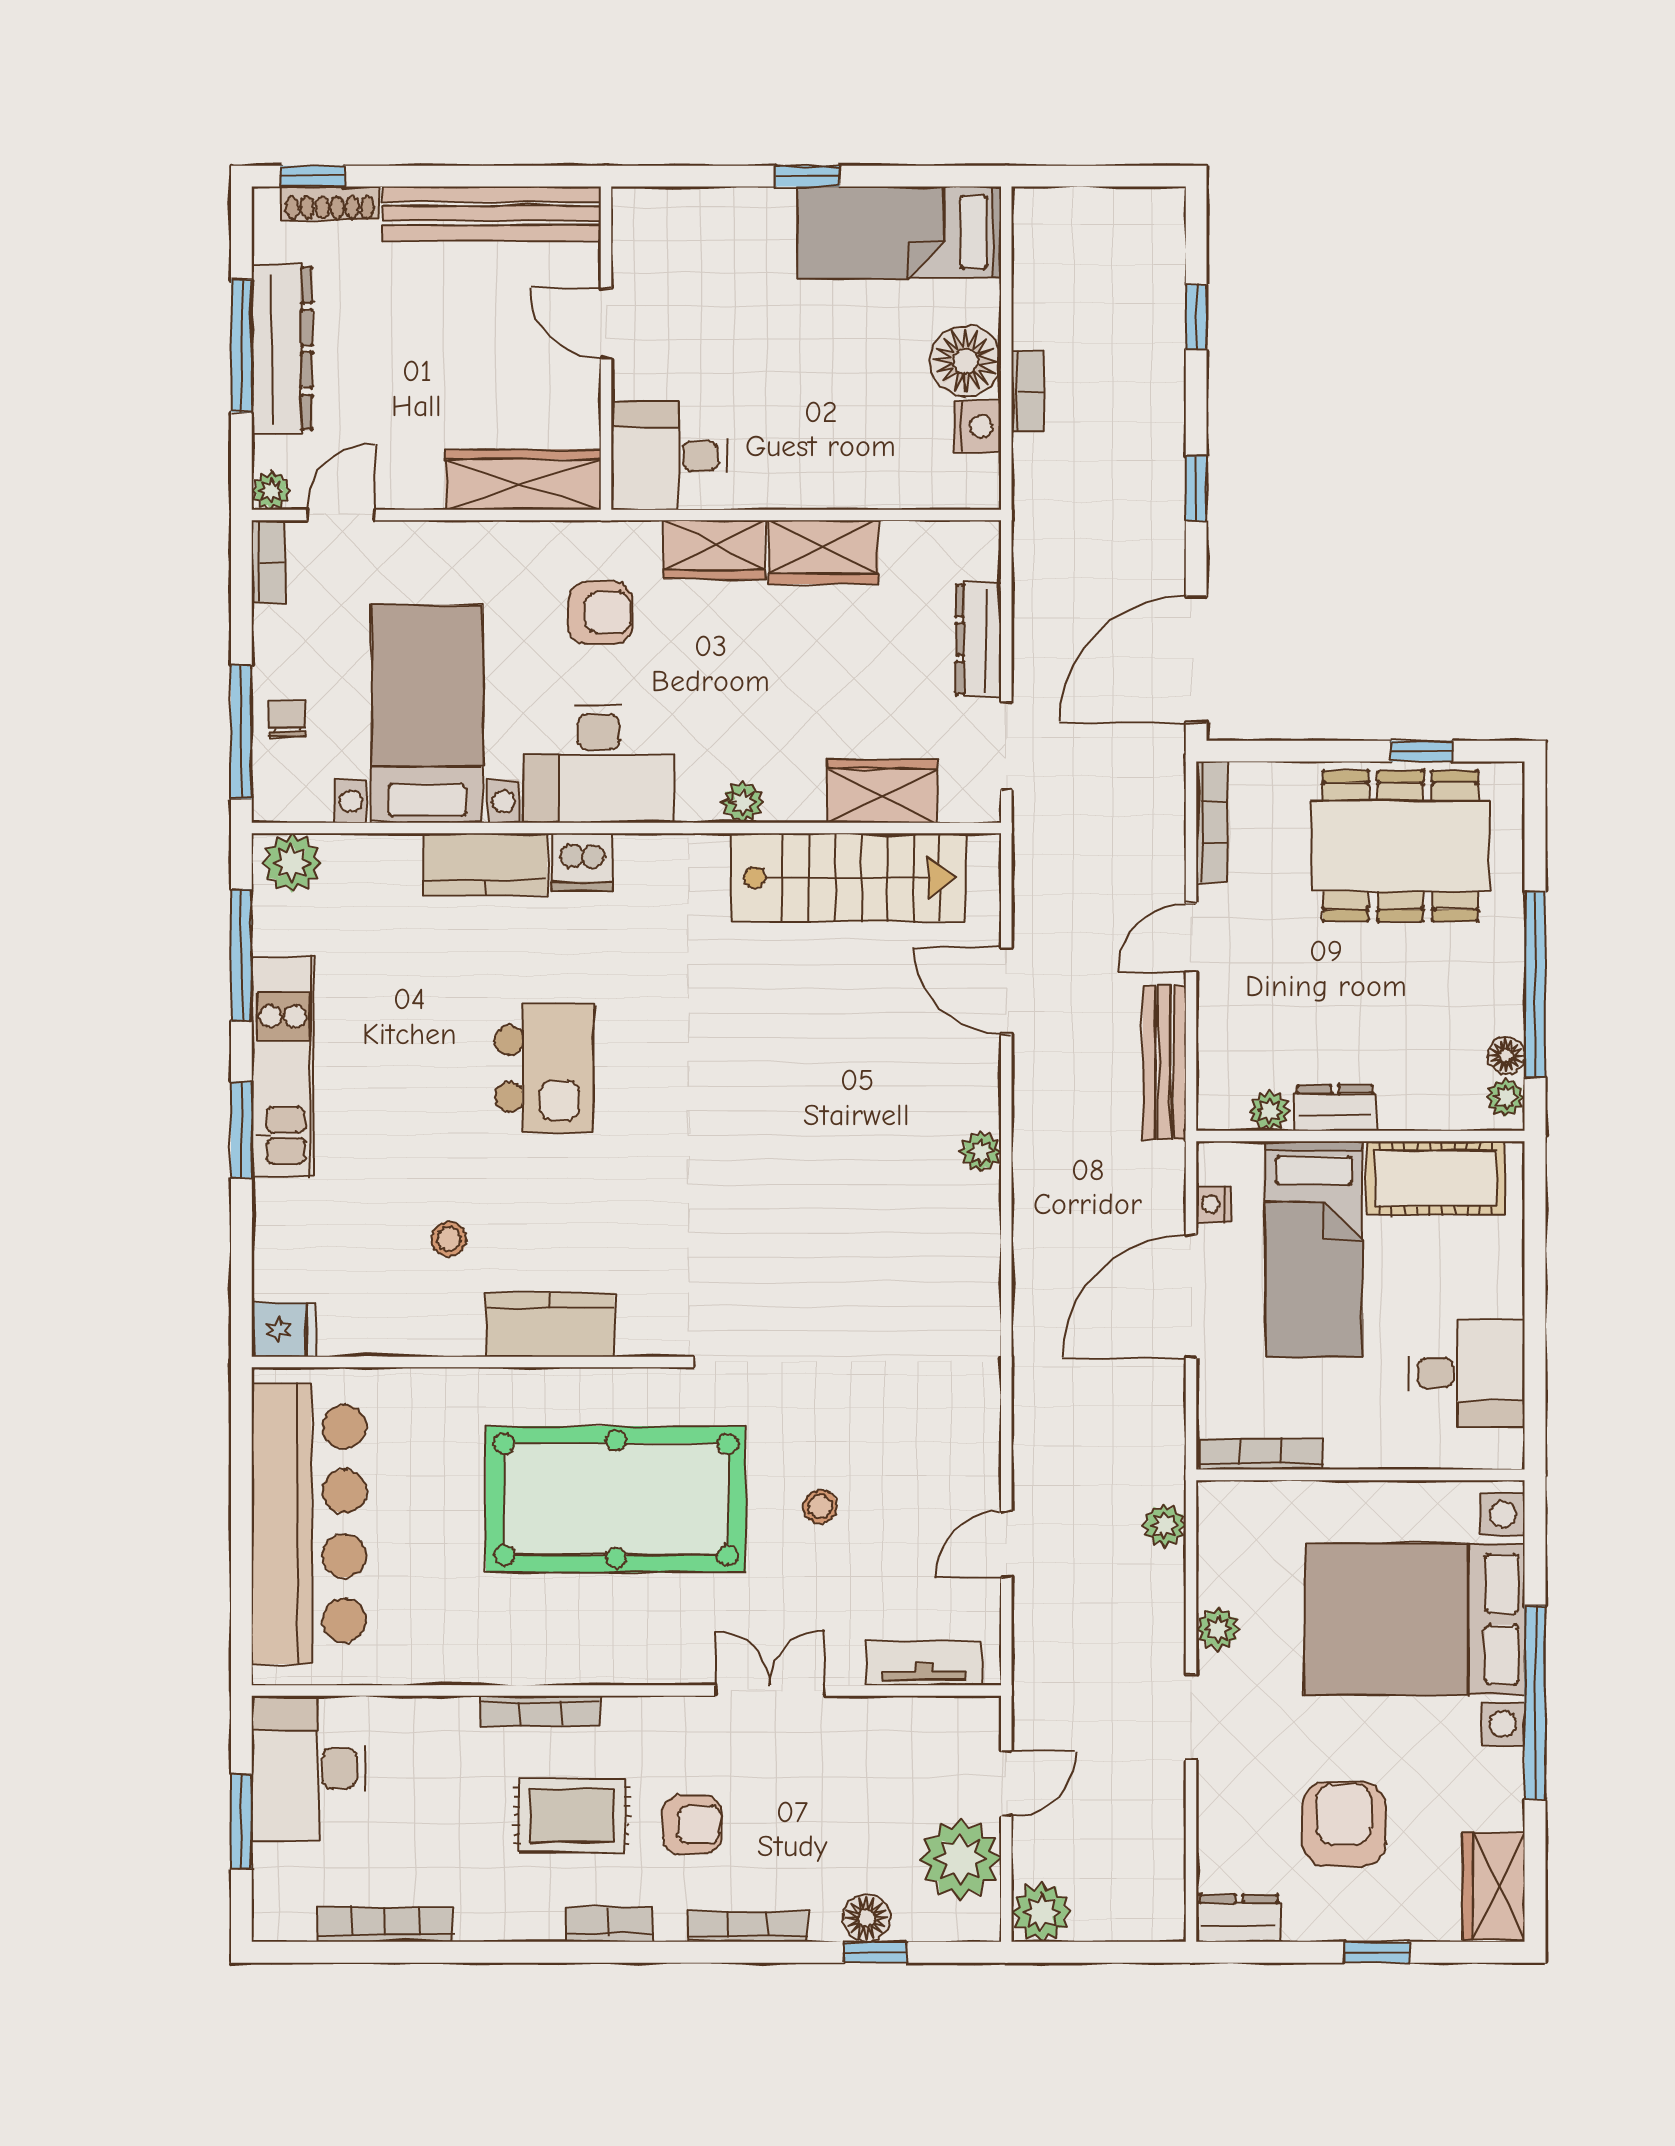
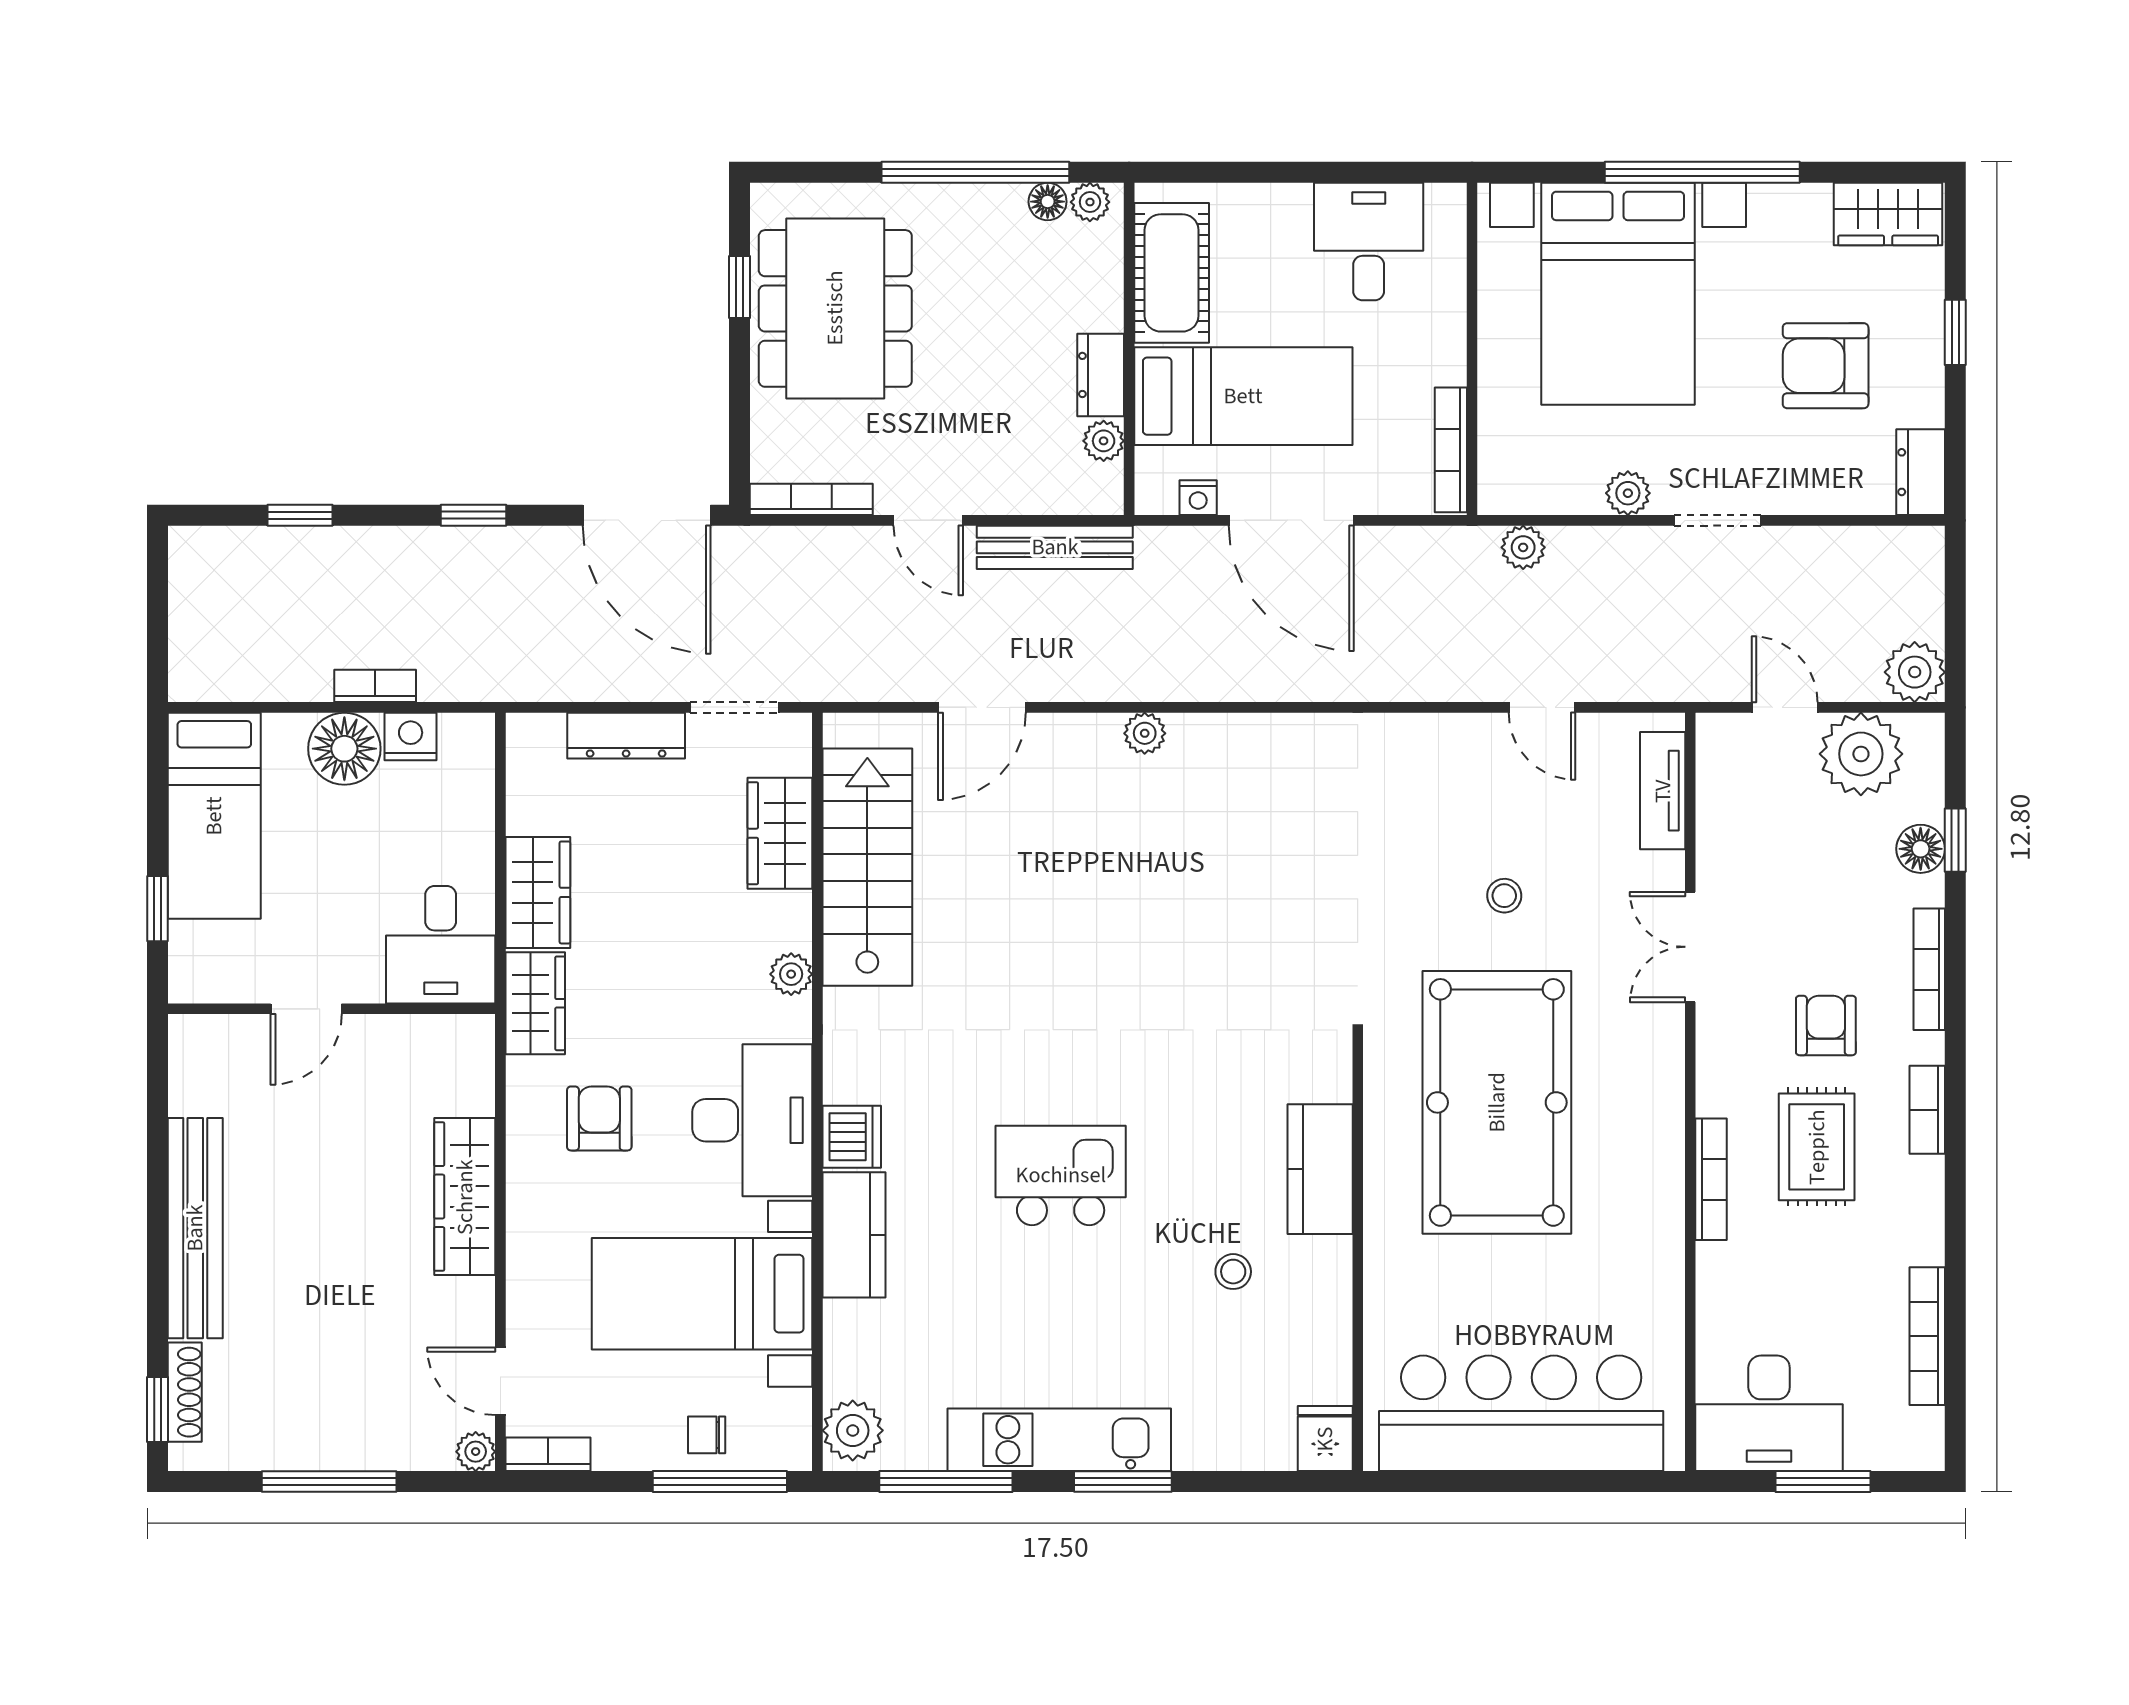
door: (606, 323) -> (306, 1009), moved
wall: (606, 348) -> (332, 1009), moved
dresser: (282, 349) -> (332, 1441), removed
desk: (669, 456) -> (441, 945), moved

